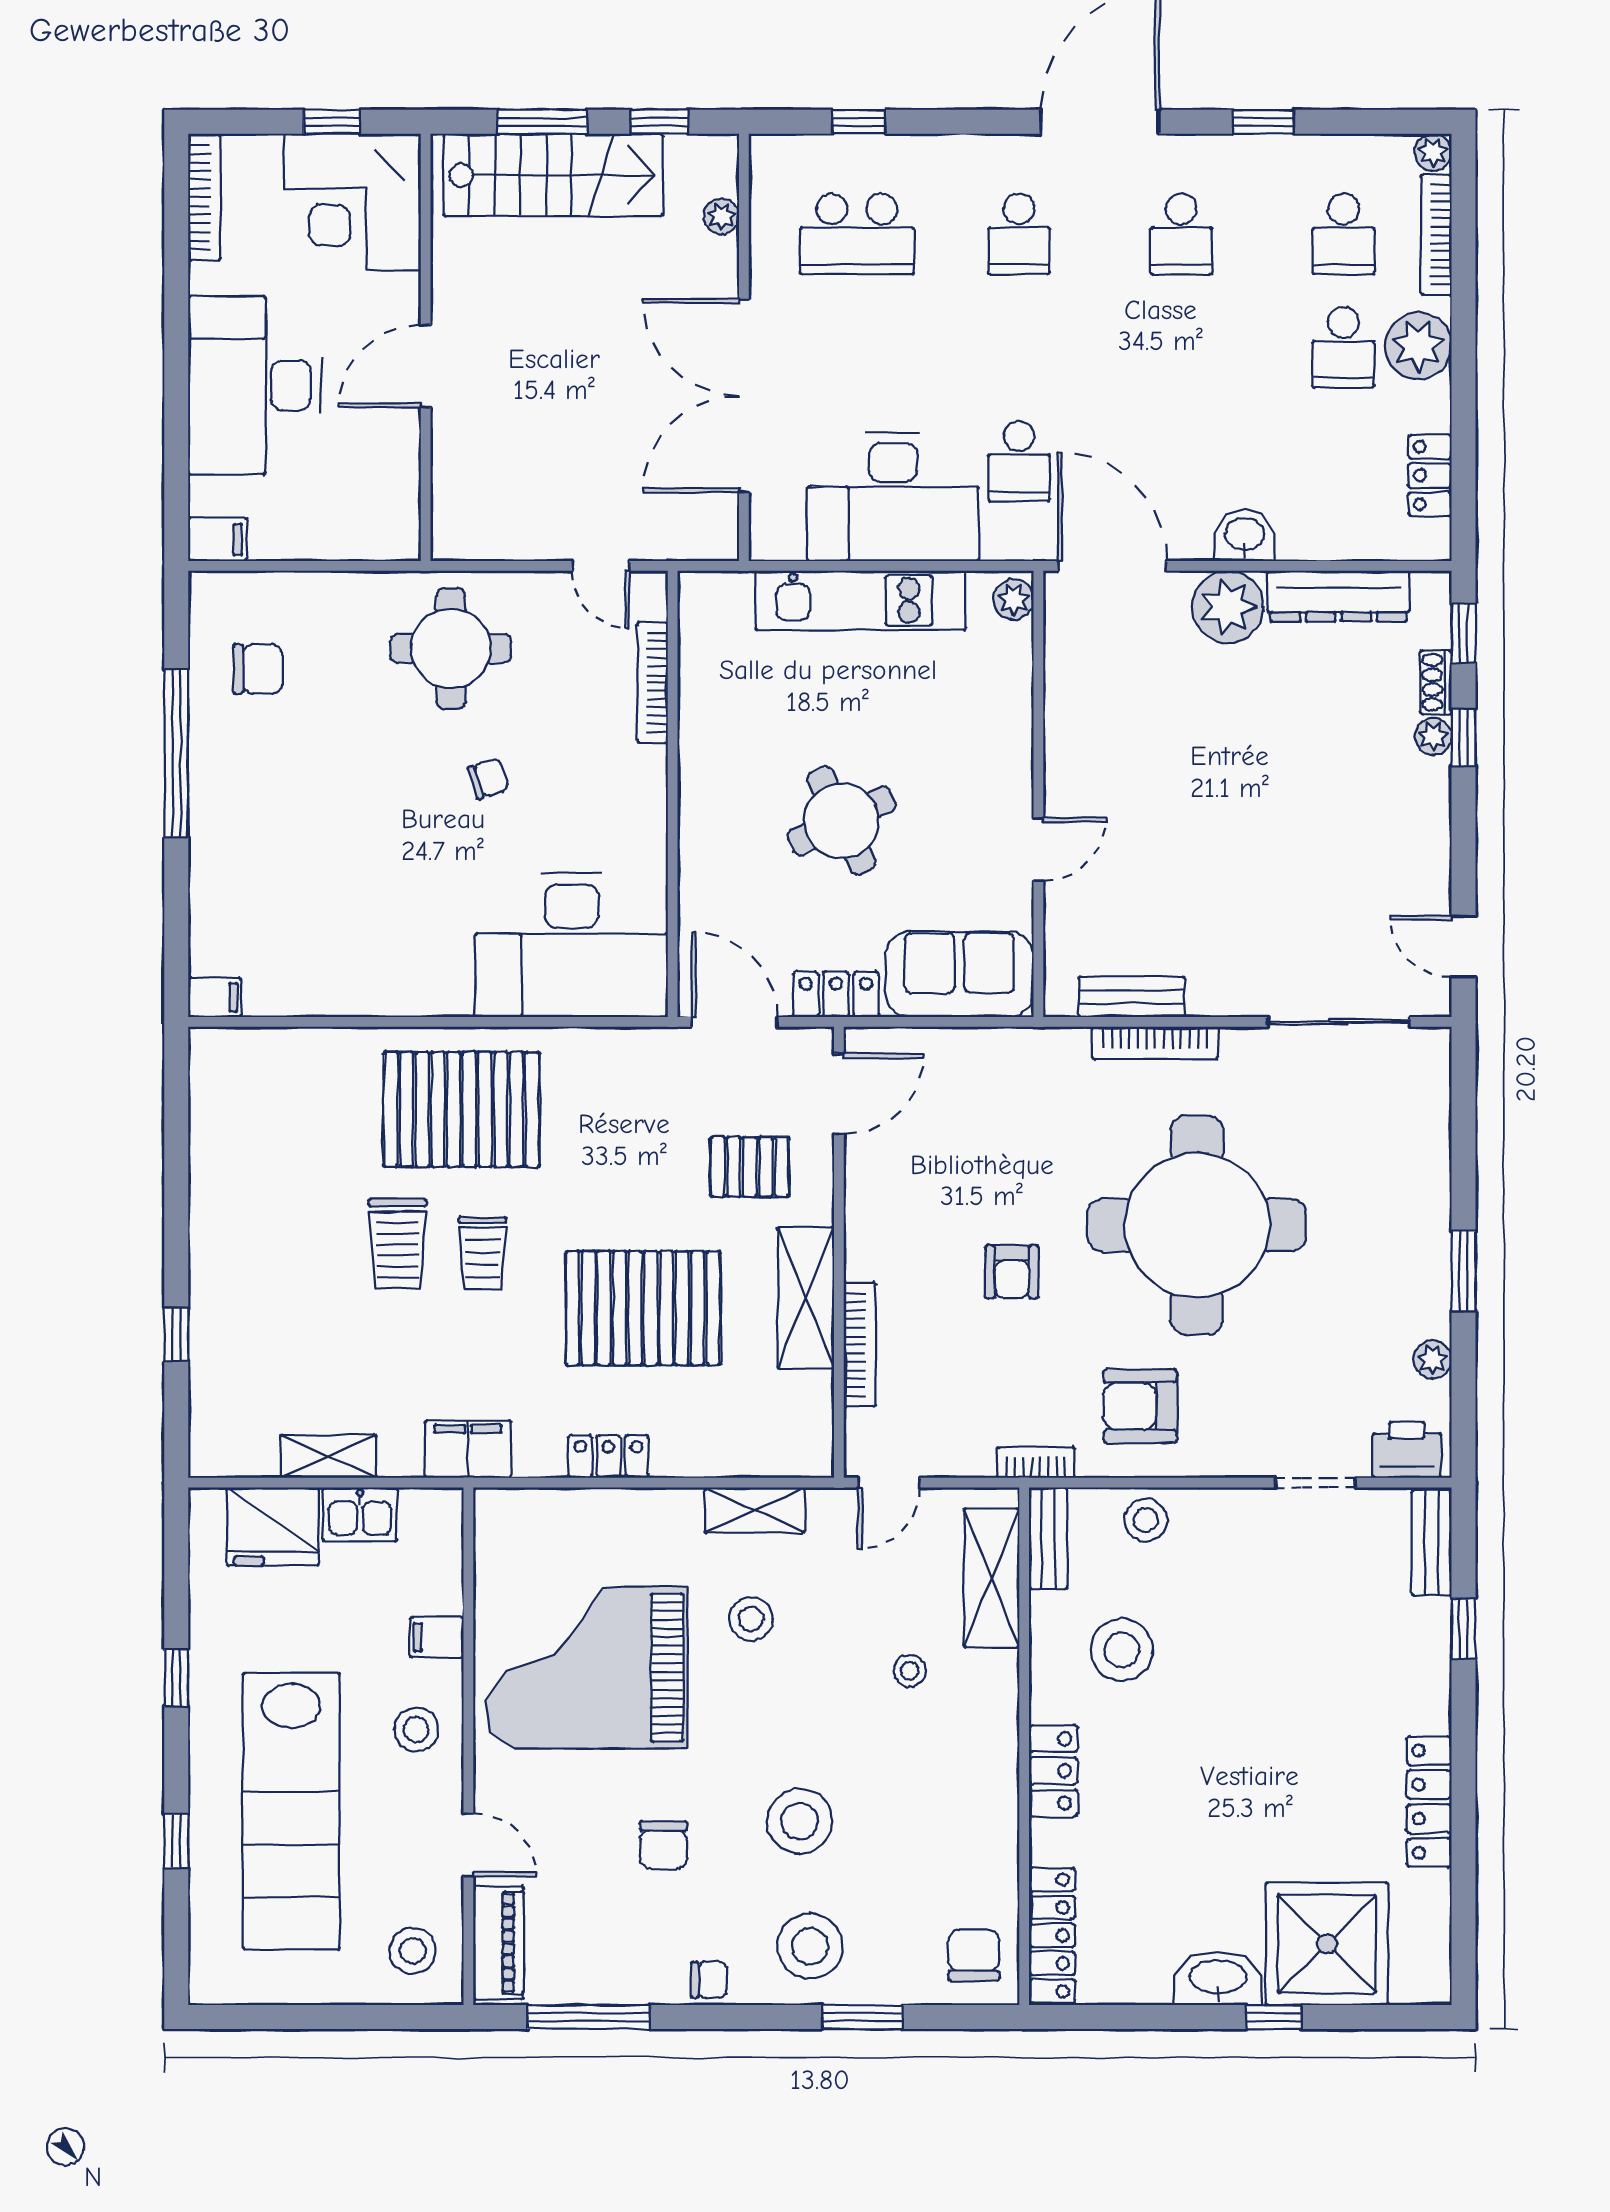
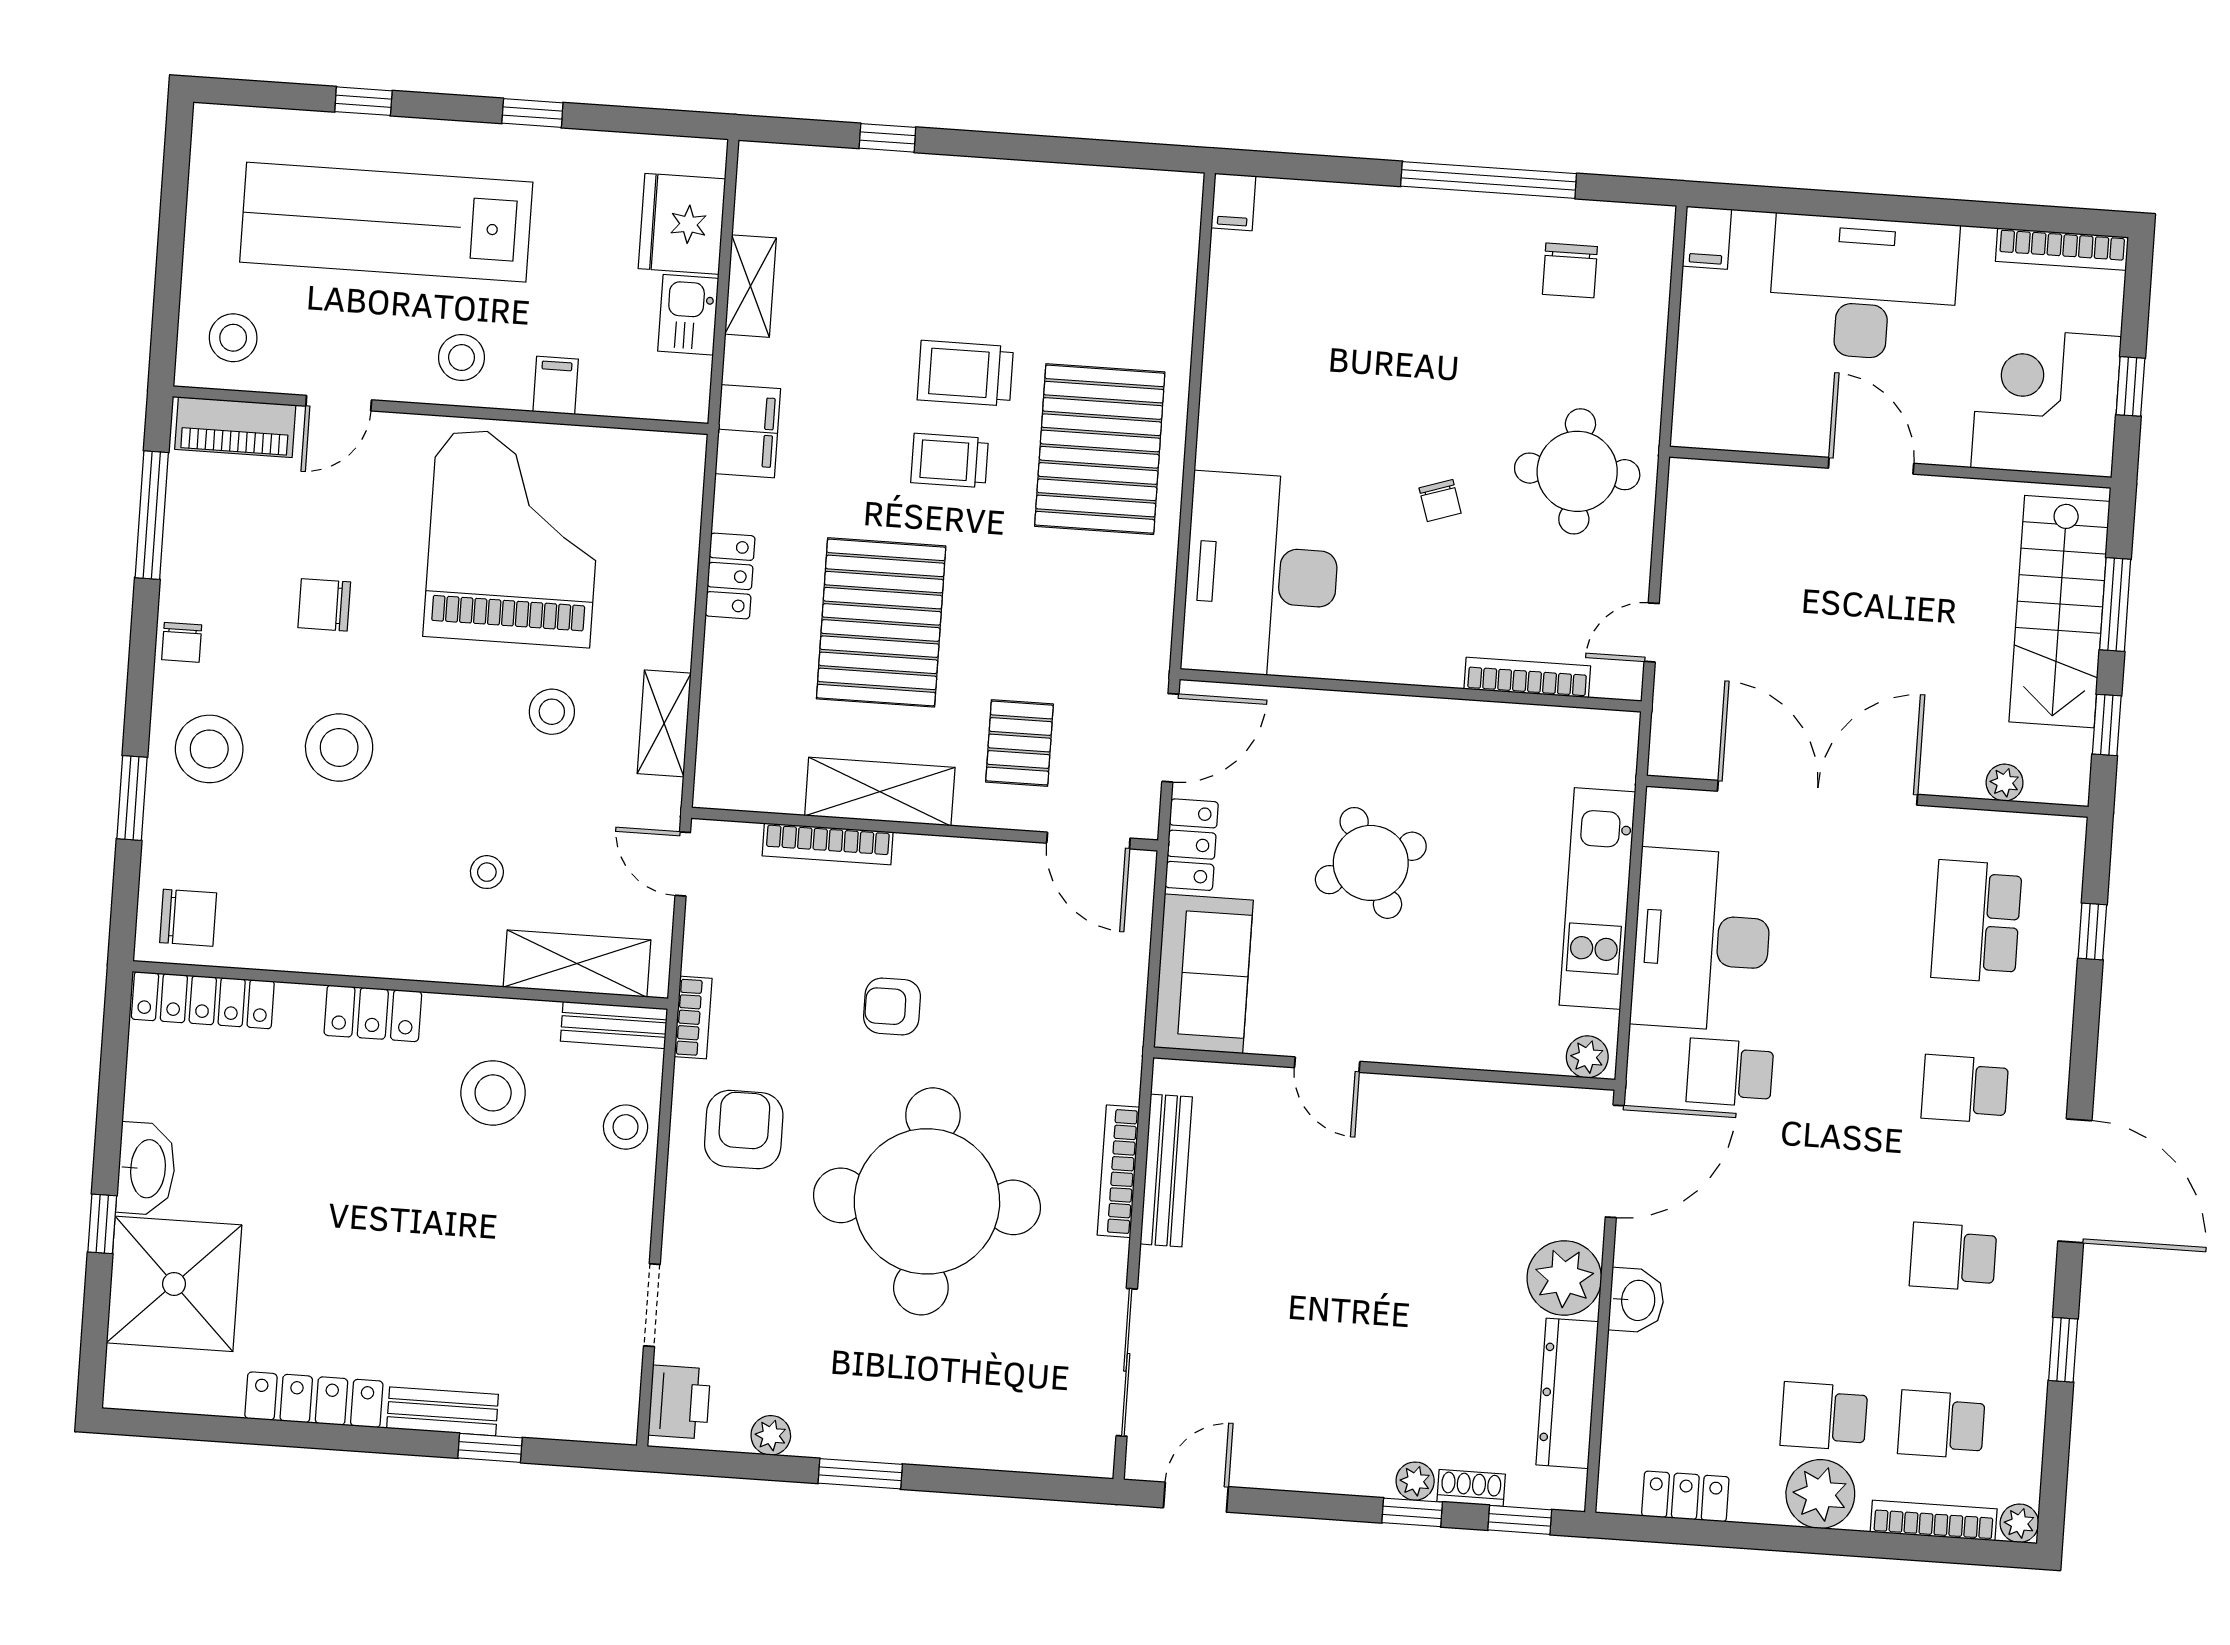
bench: (1132, 997) -> (1166, 1170), width x1.36
bench: (1432, 1543) -> (443, 1411), moved

